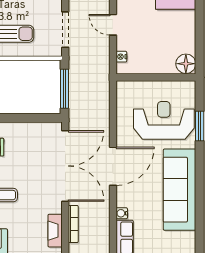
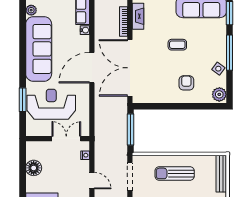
floor lamp: (186, 64) -> (34, 168), moved
double door: (145, 77) -> (66, 139), added
reception desk: (164, 120) -> (51, 104), turned 180
plant: (189, 238) -> (31, 10), added

